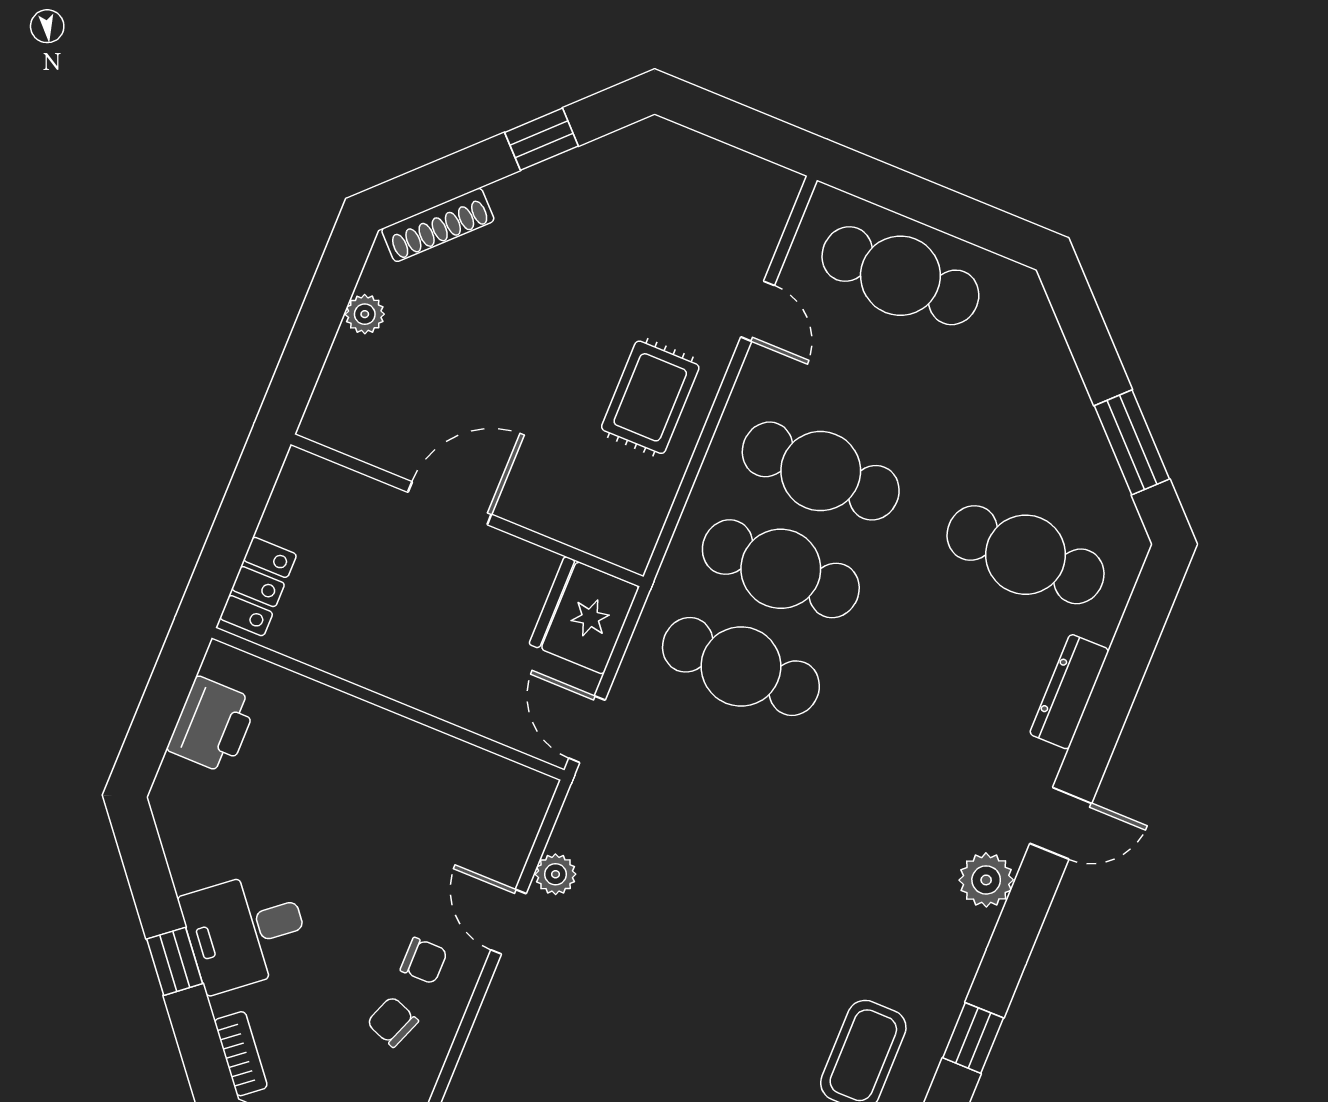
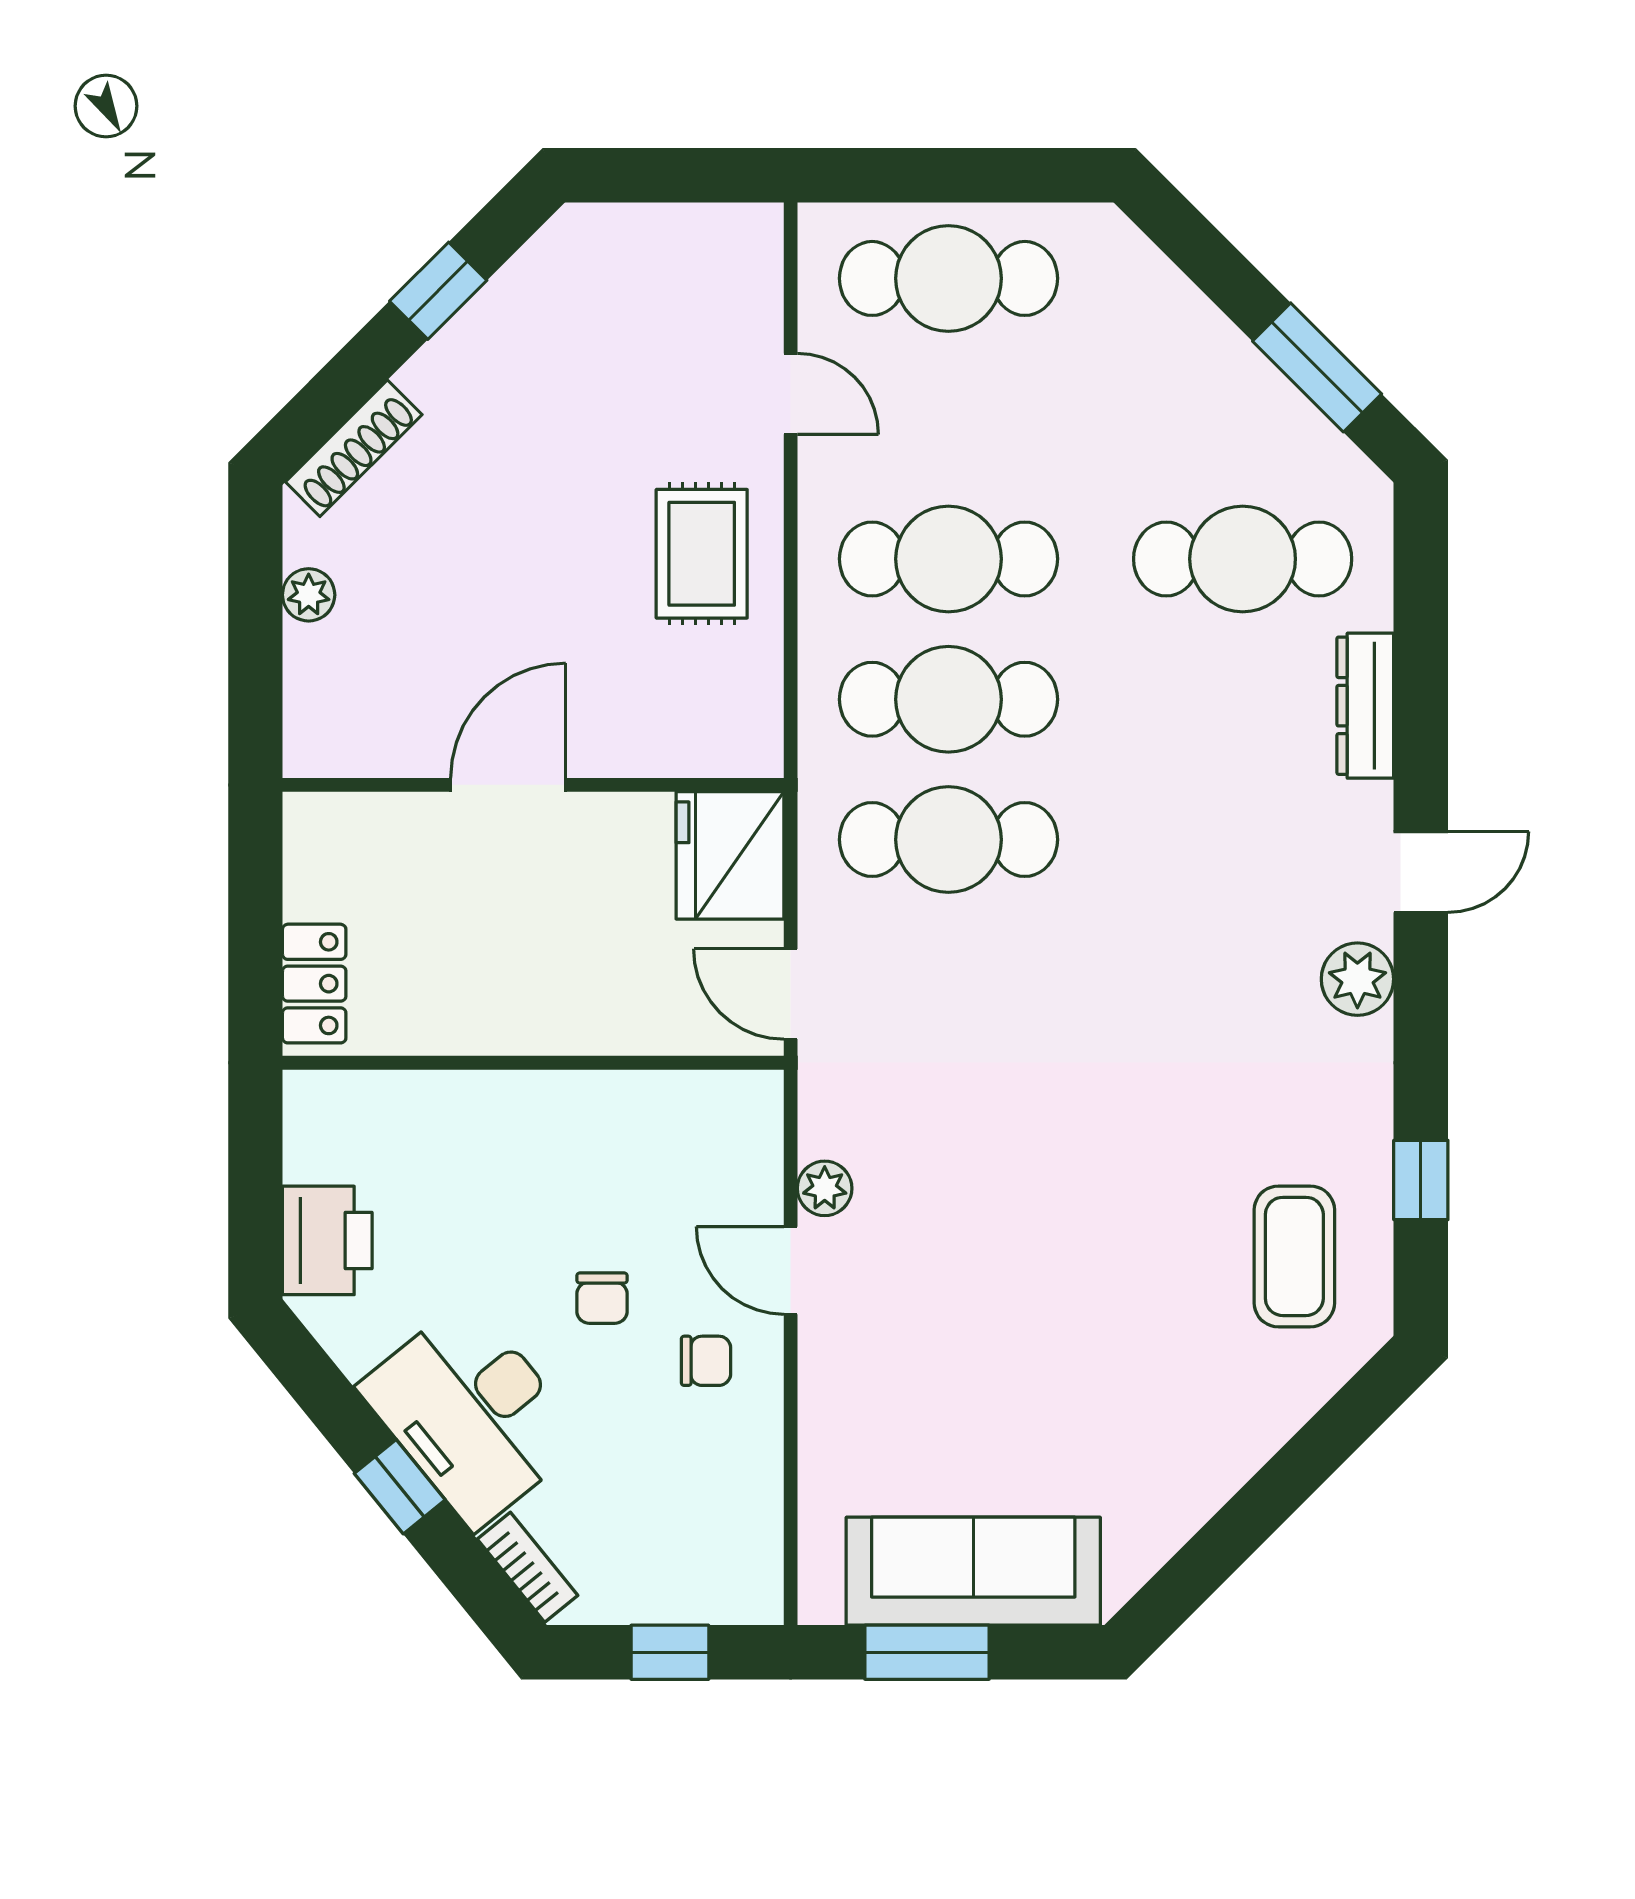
printer: (212, 725) -> (327, 1240), moved
desk: (246, 931) -> (472, 1414), width x1.37
chair: (393, 1022) -> (602, 1298), moved, turned -111

